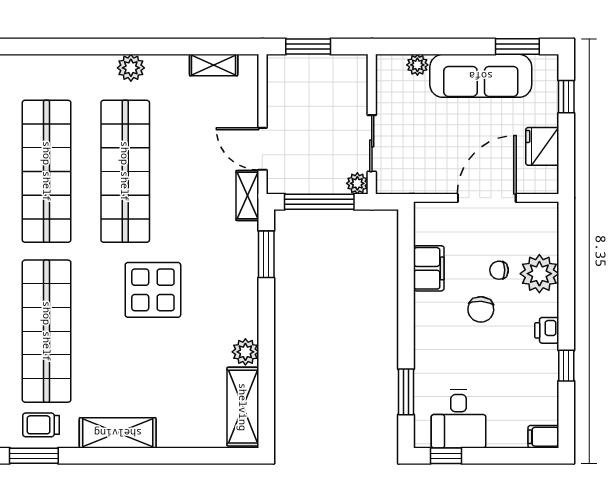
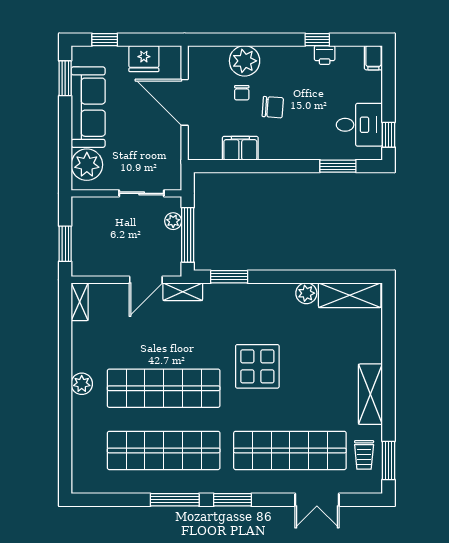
shelving: (214, 65) -> (80, 302), moved
plant: (417, 65) -> (87, 165), width x1.87, depth x1.87
plant: (357, 183) -> (173, 221), moved
printer: (547, 330) -> (325, 55), moved

